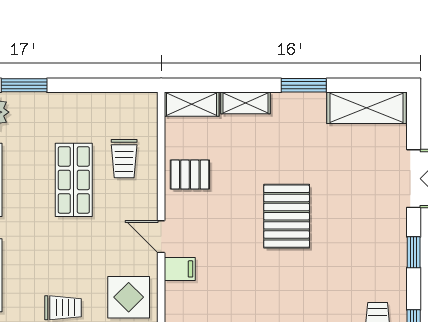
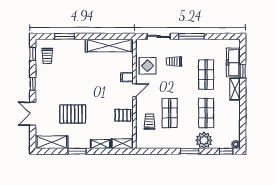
pallet: (287, 216) -> (73, 114), moved, turned 90
door: (161, 237) -> (134, 90), hinge flipped

